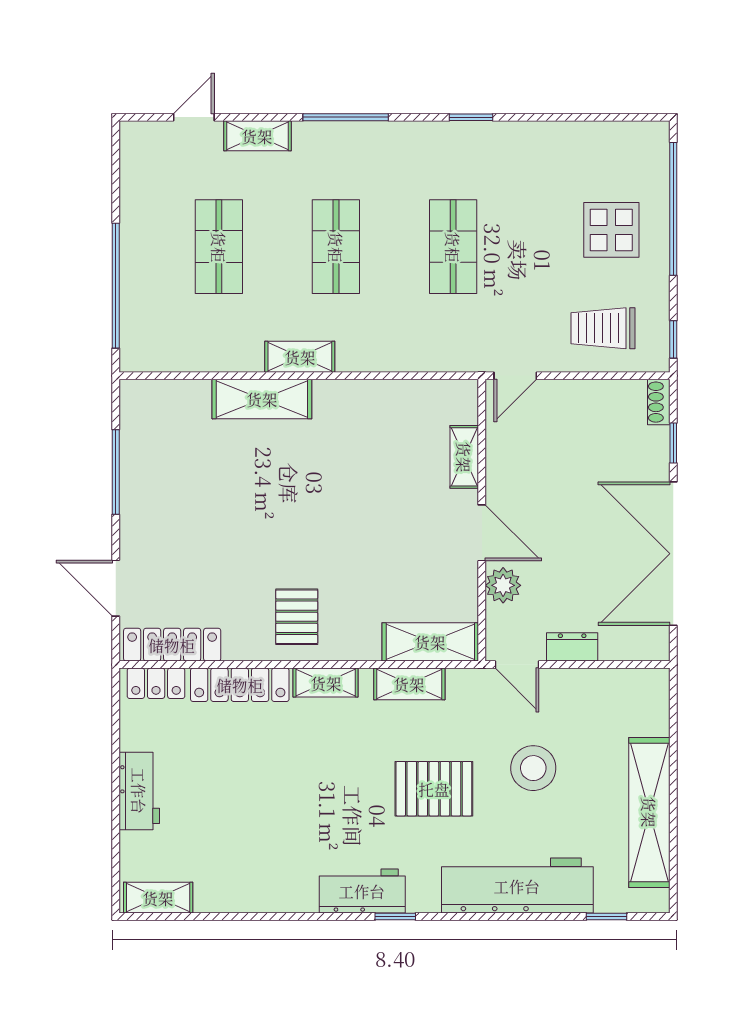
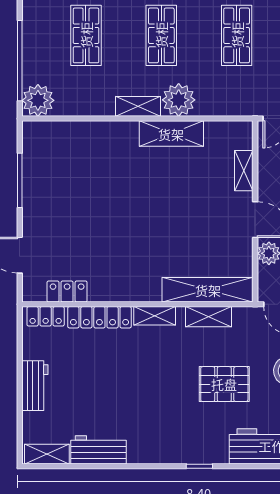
plant: (144, 347) -> (38, 100), added
plant: (363, 347) -> (179, 100), added
shelving: (262, 399) -> (171, 134), moved
pallet: (297, 617) -> (136, 274), removed
shelving: (430, 642) -> (208, 290), width x1.47
locker: (172, 645) -> (67, 291), width x0.66
workbench: (362, 891) -> (98, 450), moved

